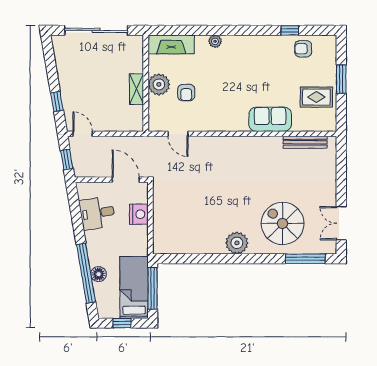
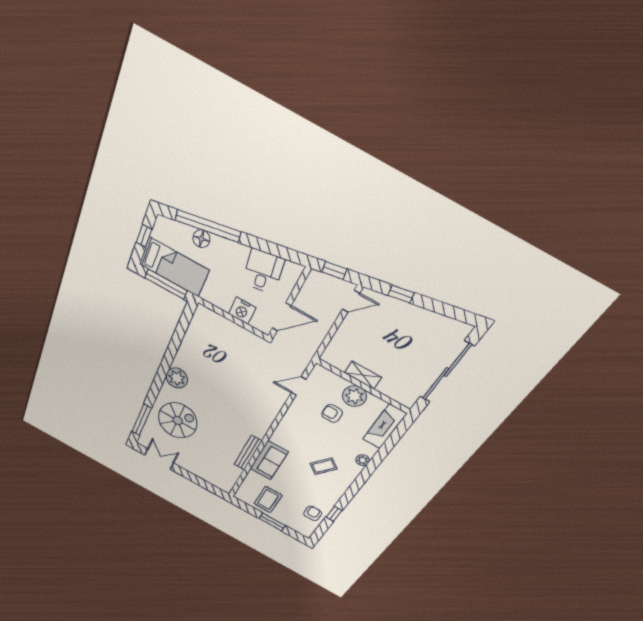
coffee table: (244, 69) -> (323, 466), added
bench: (305, 142) -> (248, 453), moved

